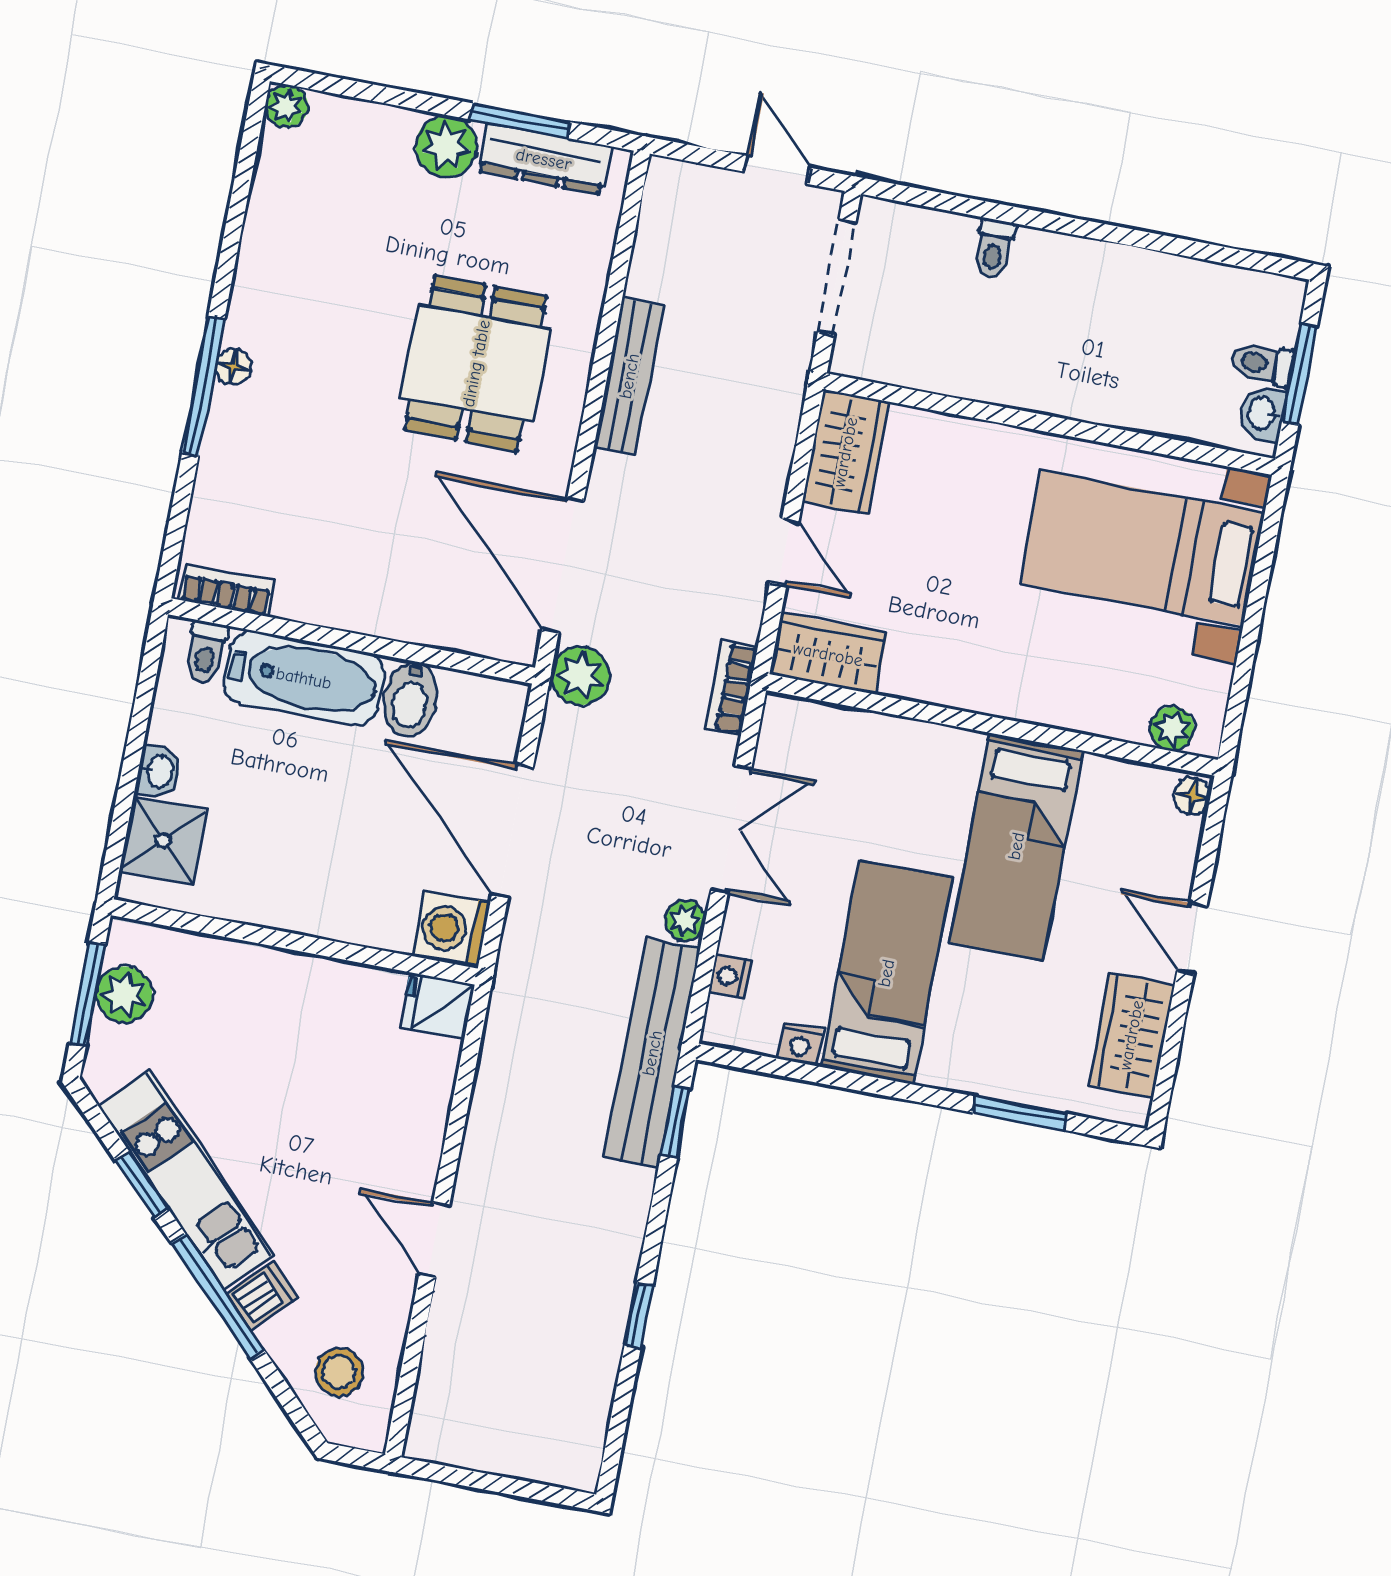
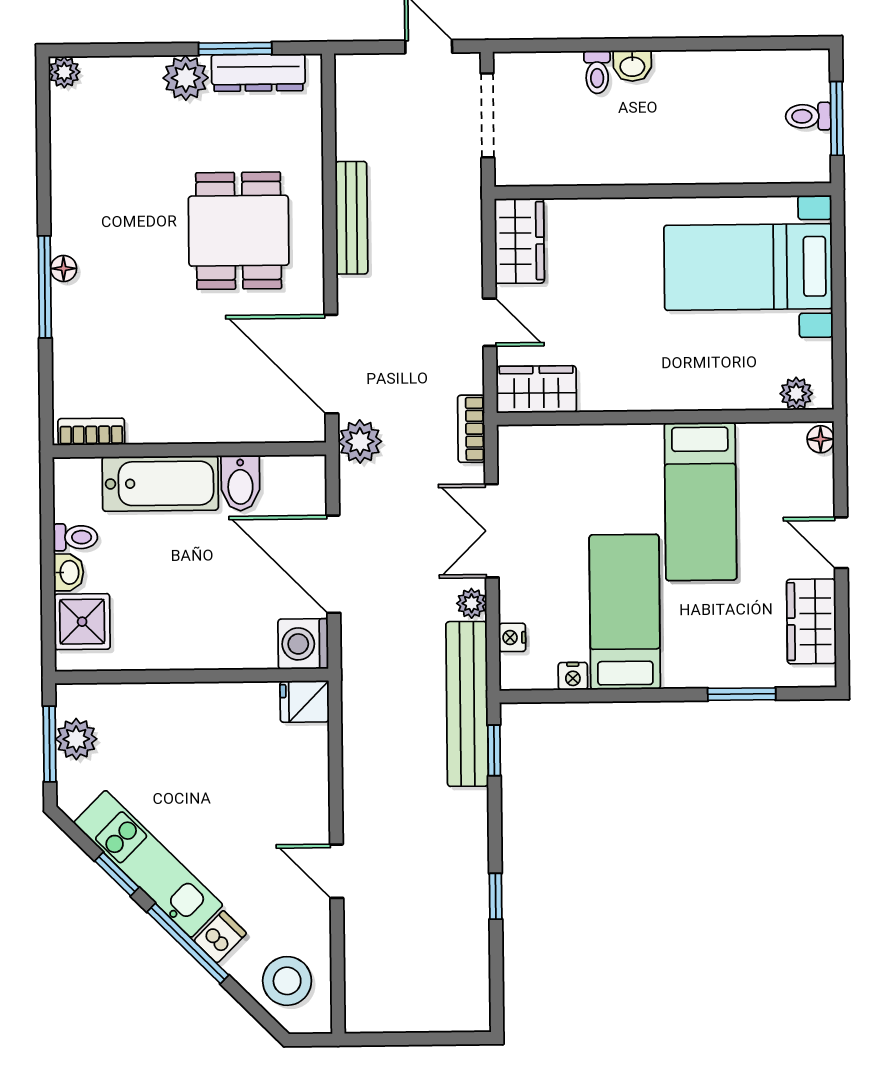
washbasin: (1263, 414) -> (632, 66), moved, turned -90
toilet: (206, 652) -> (75, 537), moved, turned -90
double door: (731, 829) -> (492, 531), swing flipped
stool: (339, 1372) -> (287, 981), width x1.38, depth x1.38

